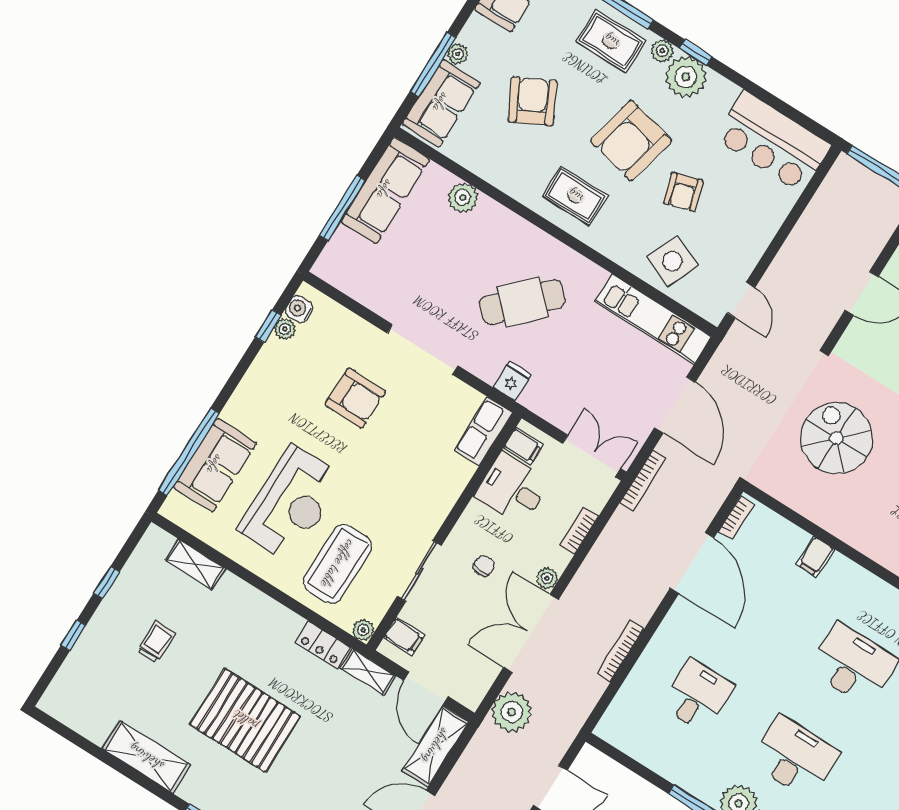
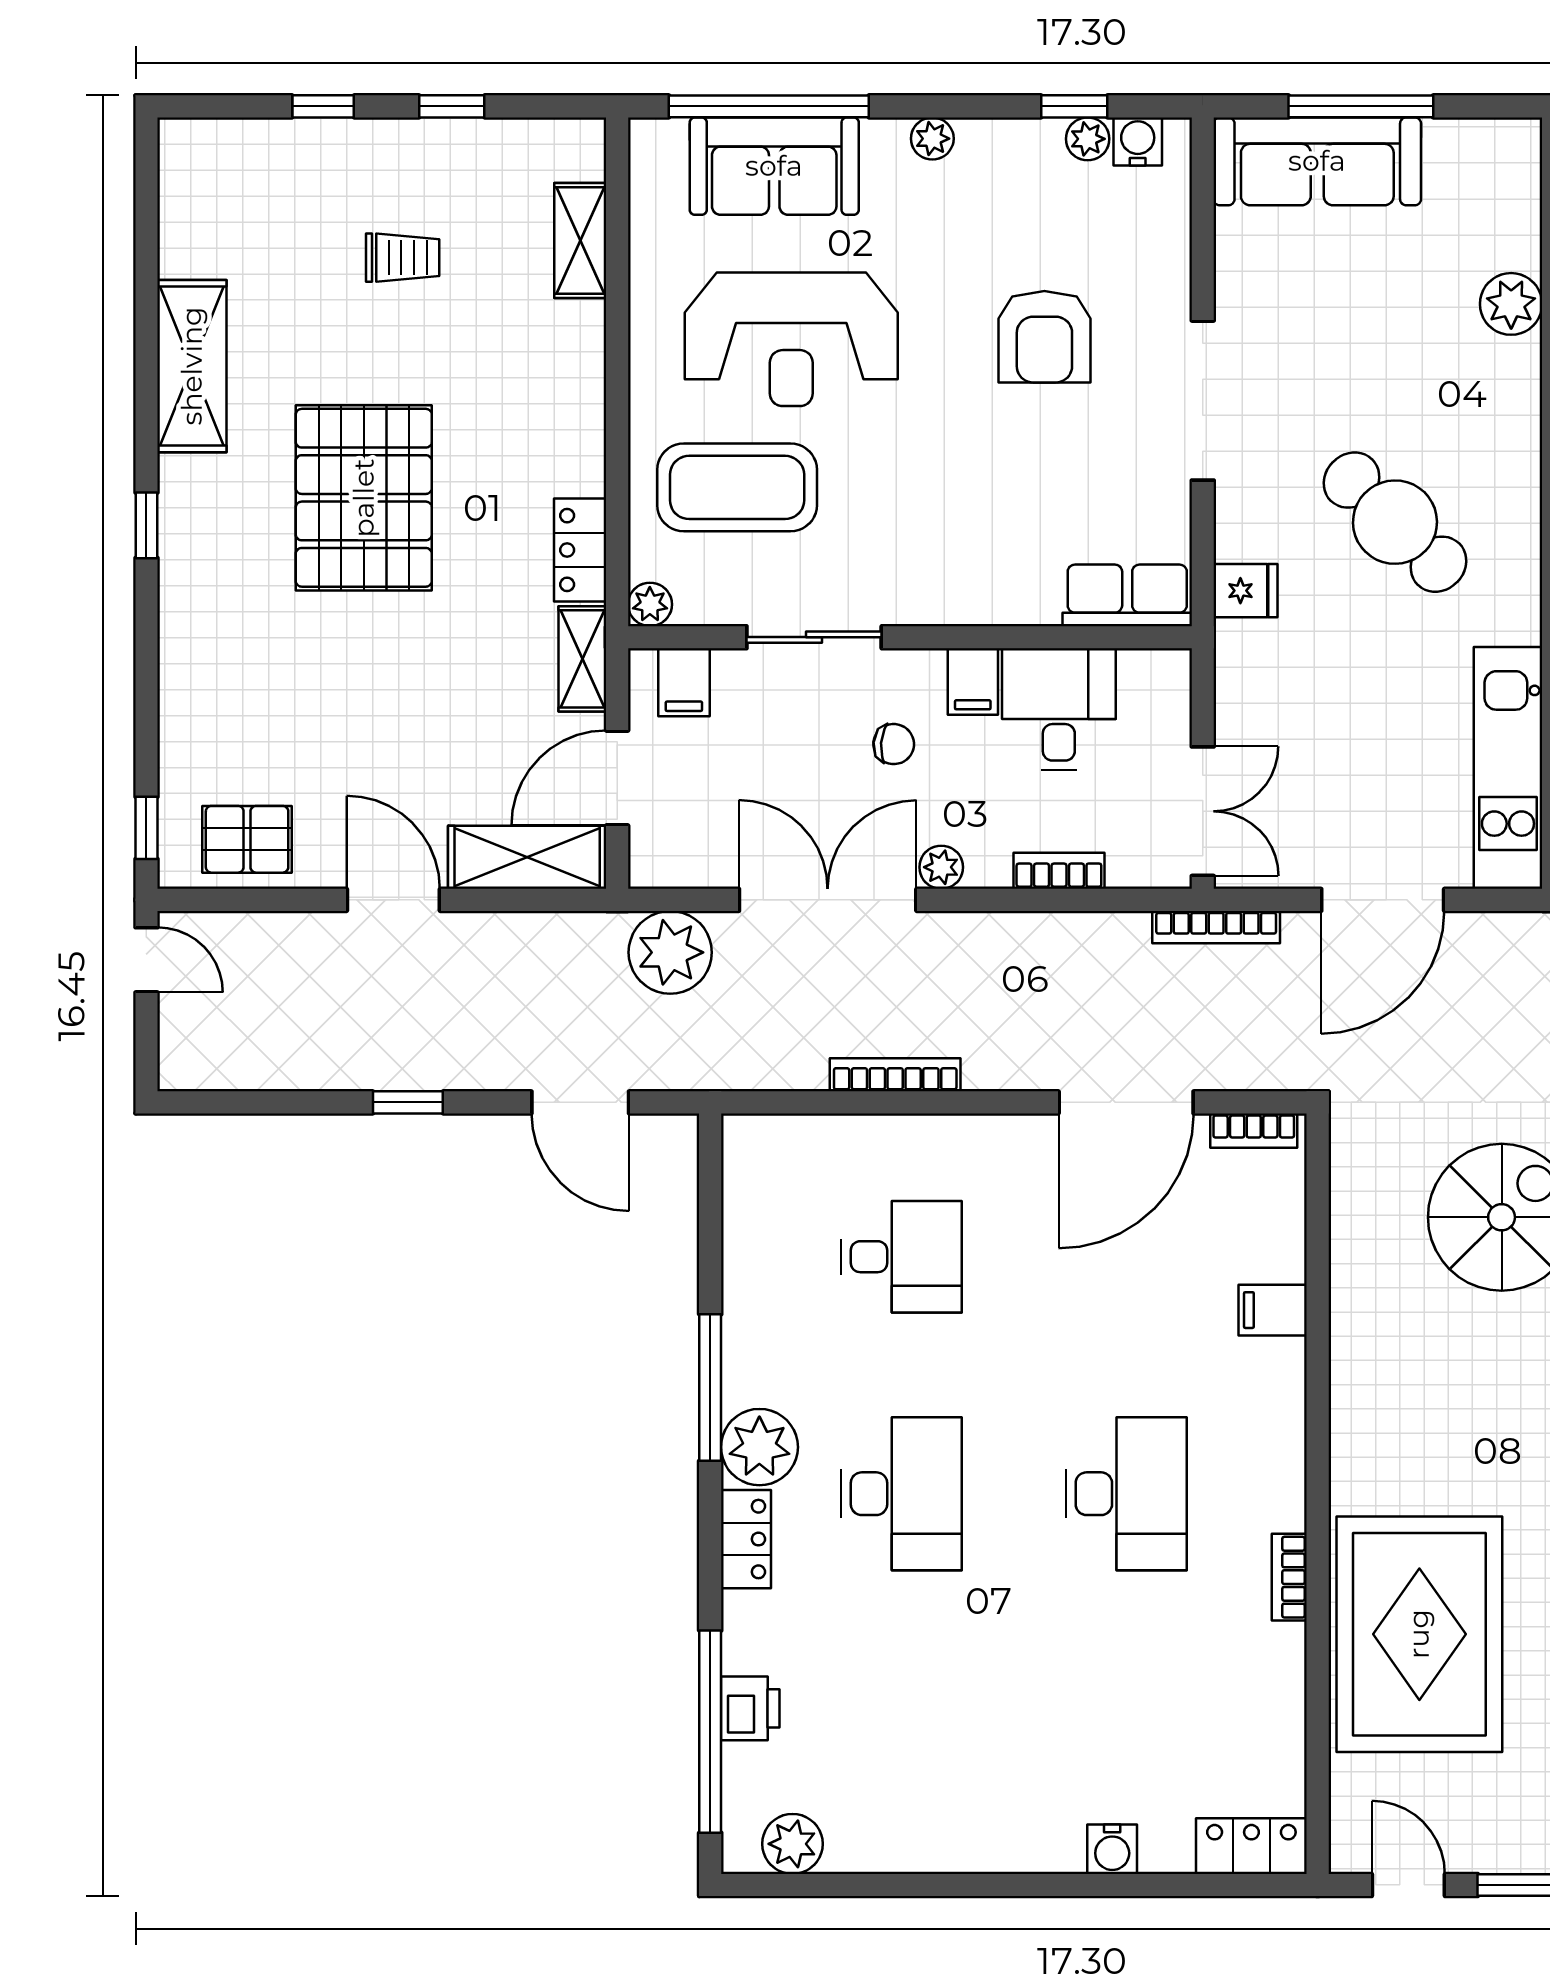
sofa: (385, 190) -> (1317, 161), moved
plant: (245, 393) -> (932, 139), added
filing cabinet: (523, 446) -> (973, 681), moved

